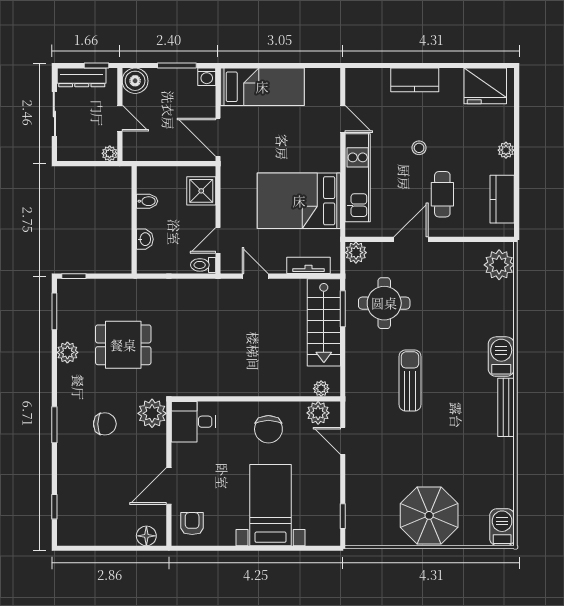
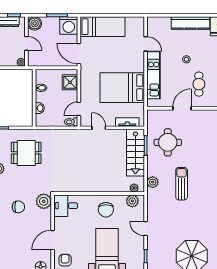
washing machine: (207, 77) -> (69, 25), width x1.89, depth x1.89
kitchen counter: (415, 80) -> (190, 23), width x1.50
plant: (356, 253) -> (153, 182), moved
dining table: (123, 345) -> (26, 153), moved
door: (343, 441) -> (146, 229), moved

